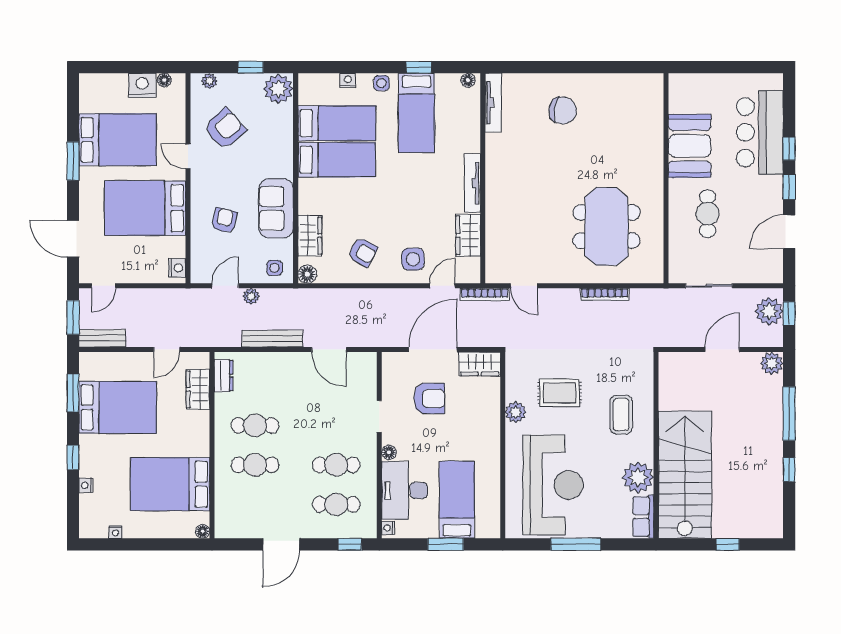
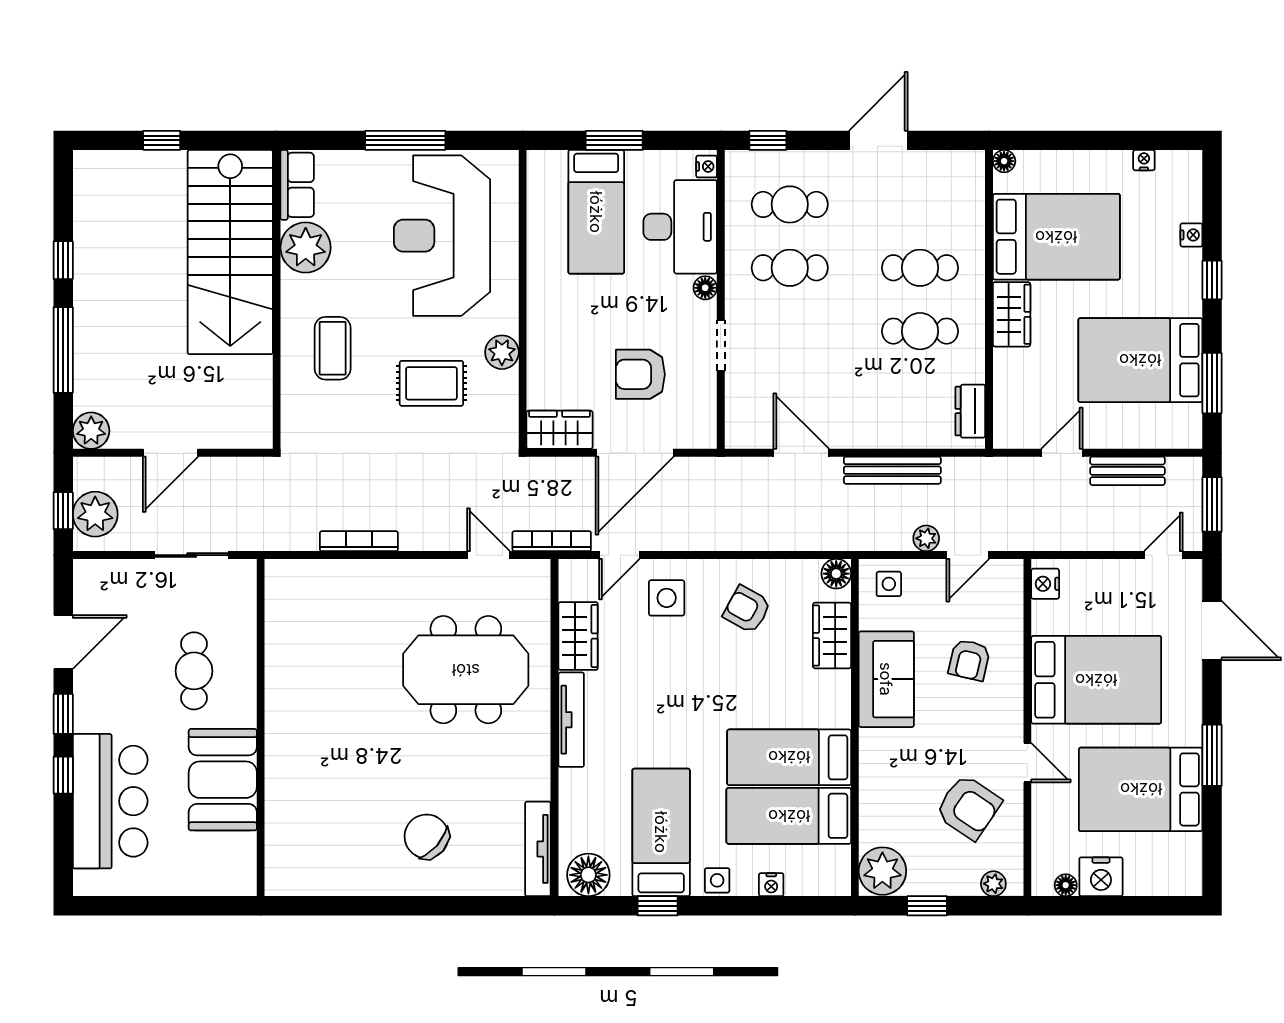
floor lamp: (468, 80) -> (588, 875), width x1.89, depth x1.89
chair: (563, 110) -> (426, 836), turned 32
armchair: (225, 129) -> (968, 807), turned -105
meeting table: (606, 226) -> (466, 670), moved, turned 90
bench: (102, 338) -> (1127, 471), moved
wardrobe: (198, 389) -> (1012, 314), moved

